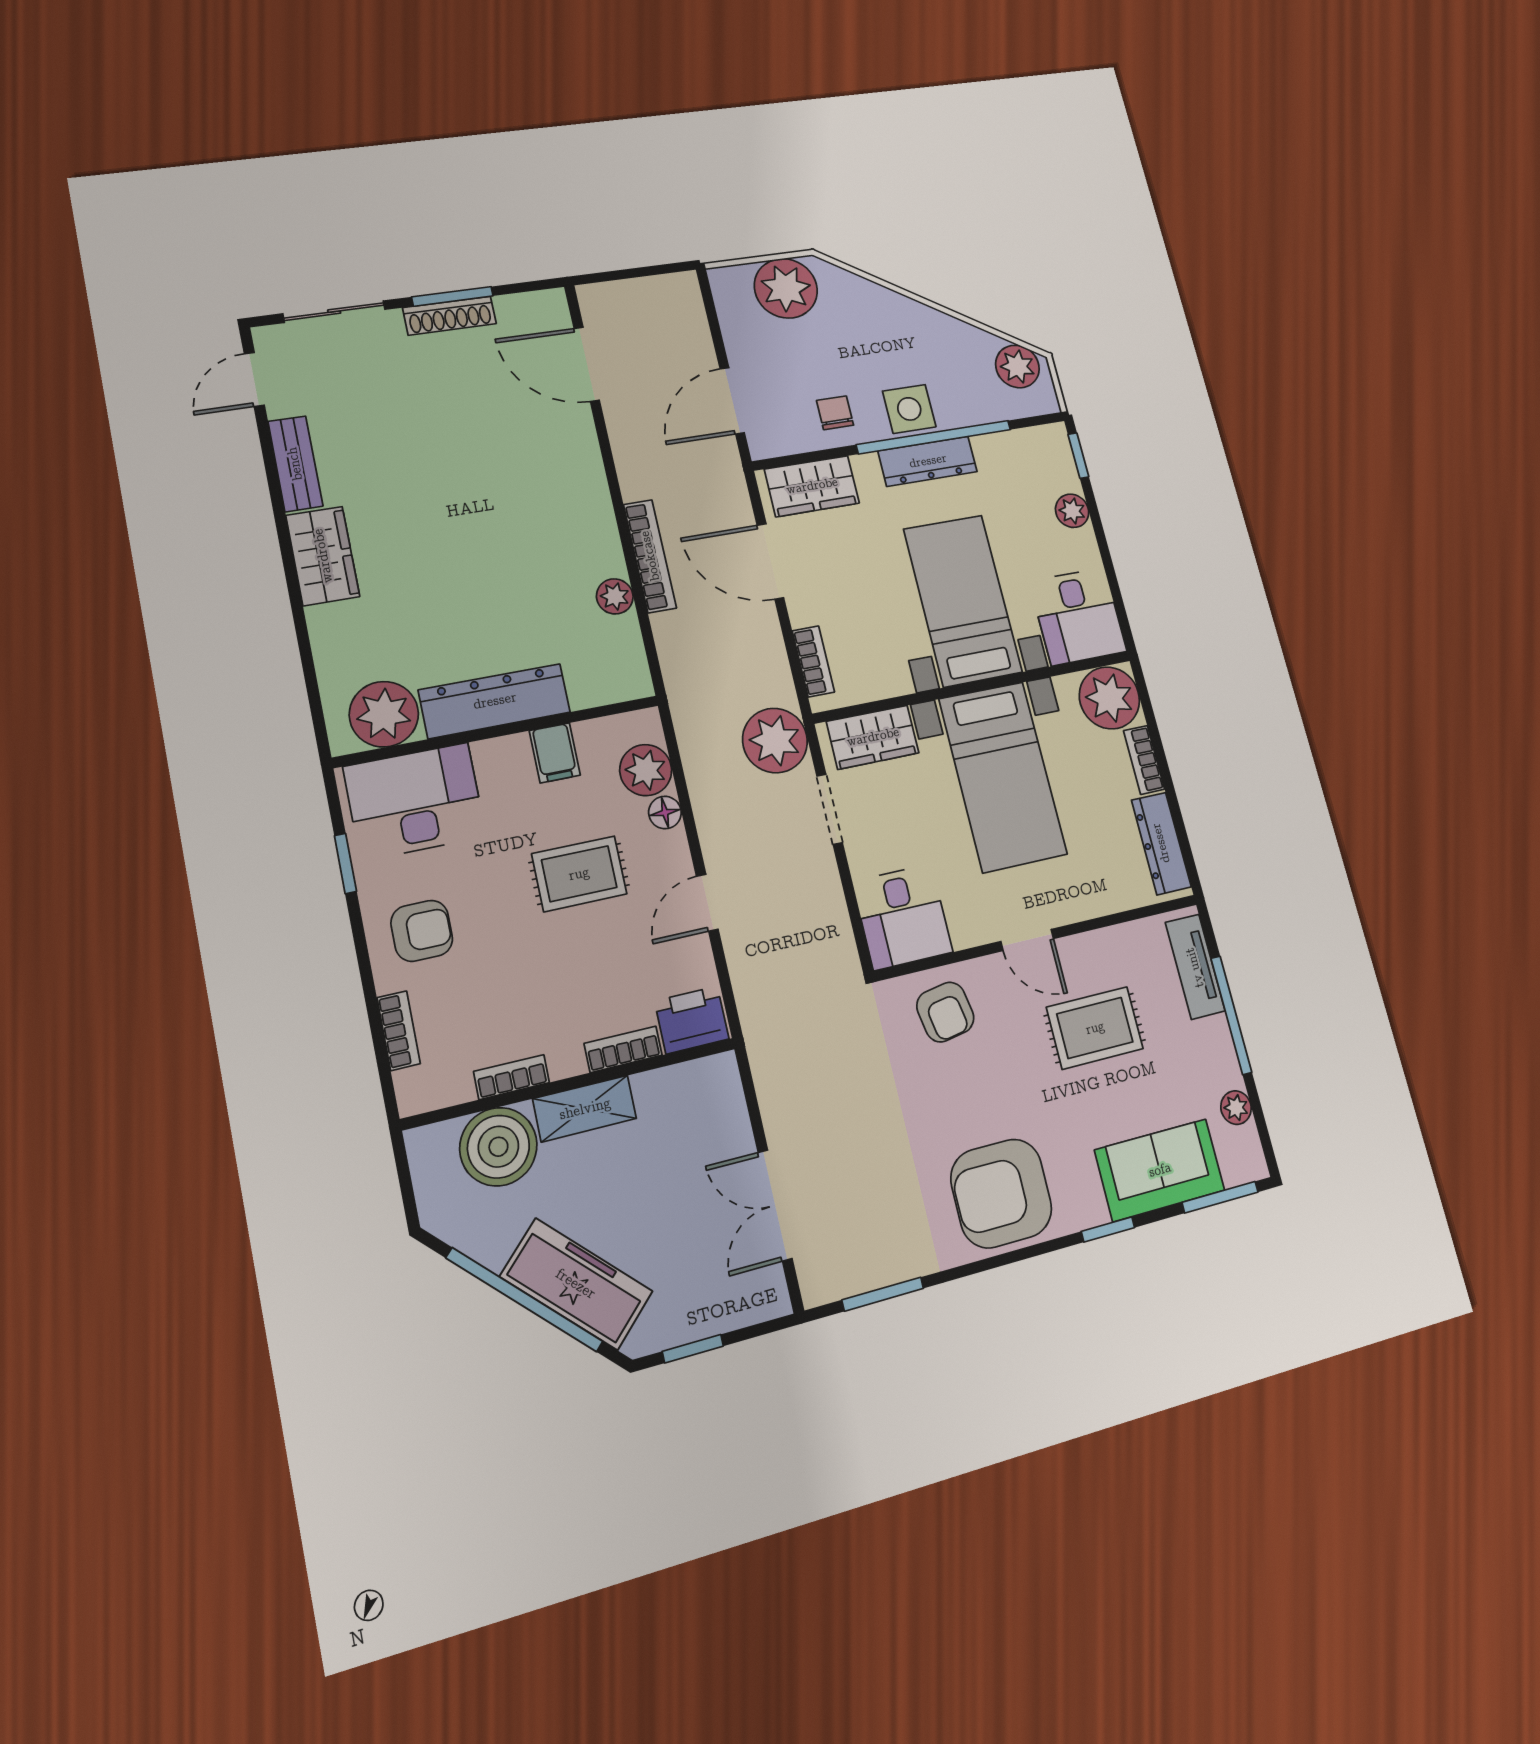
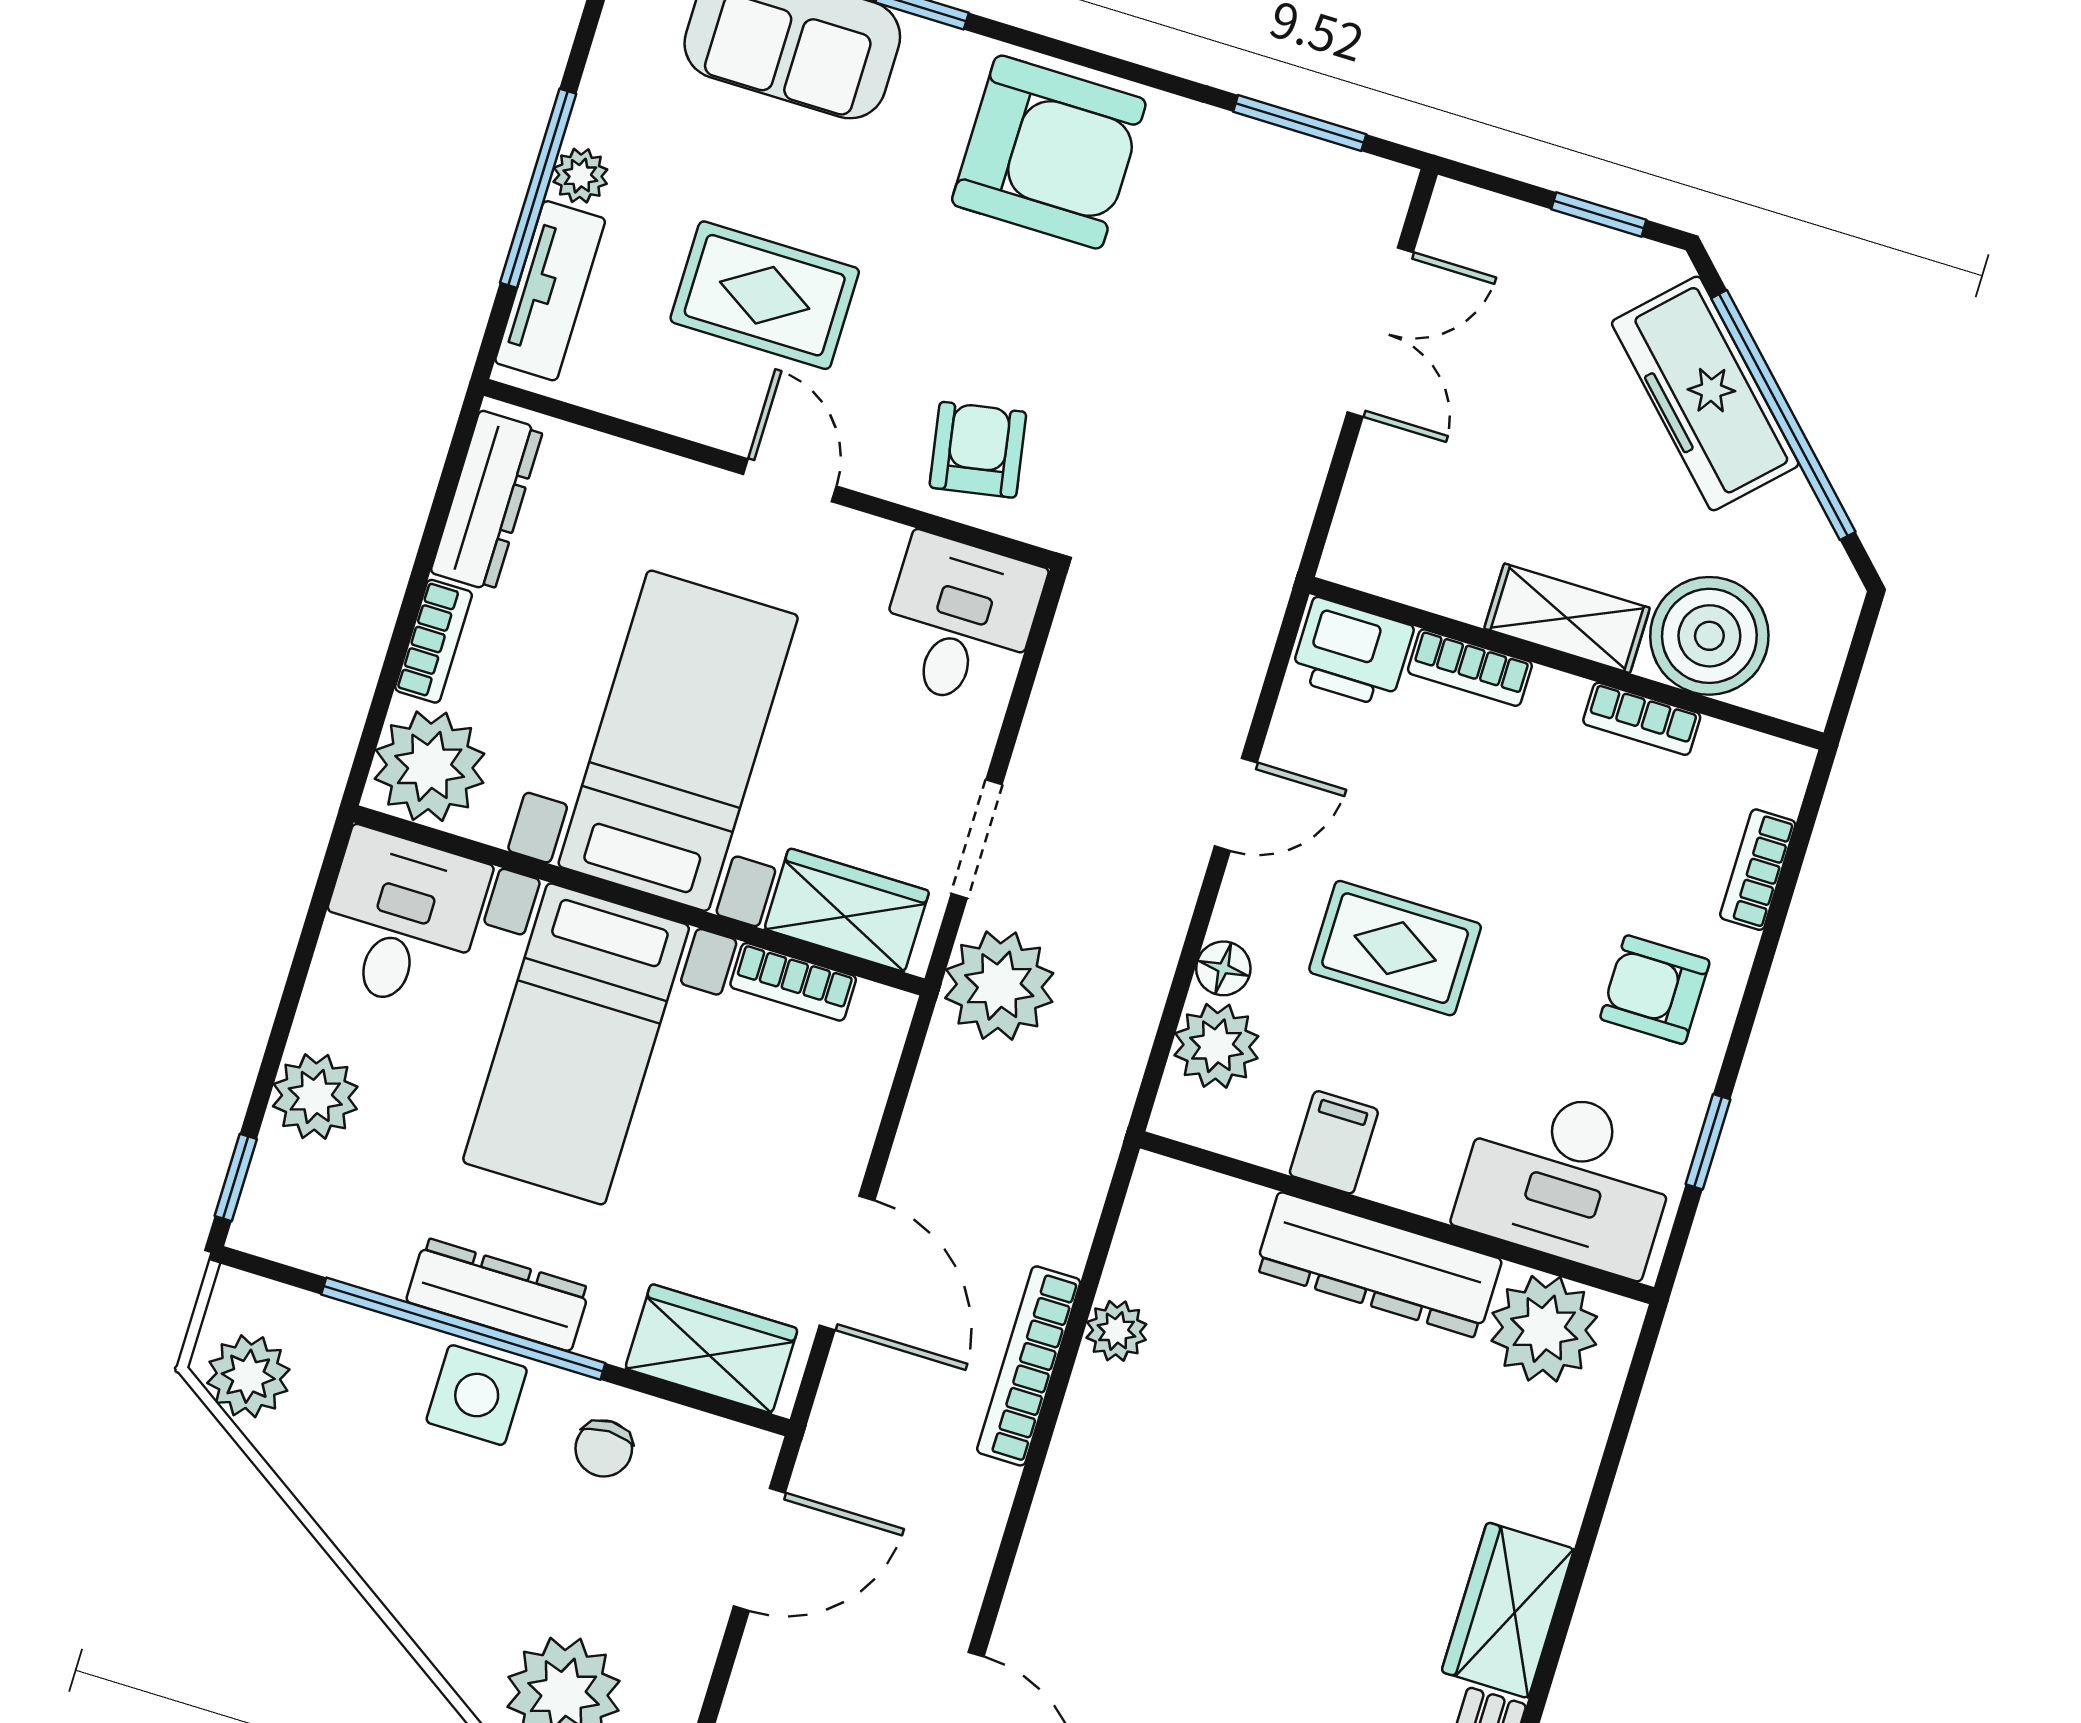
plant: (1072, 511) -> (315, 1097), width x1.38, depth x1.38
bookcase: (813, 661) -> (793, 982), moved, turned -90
plant: (1236, 1108) -> (580, 176), moved

